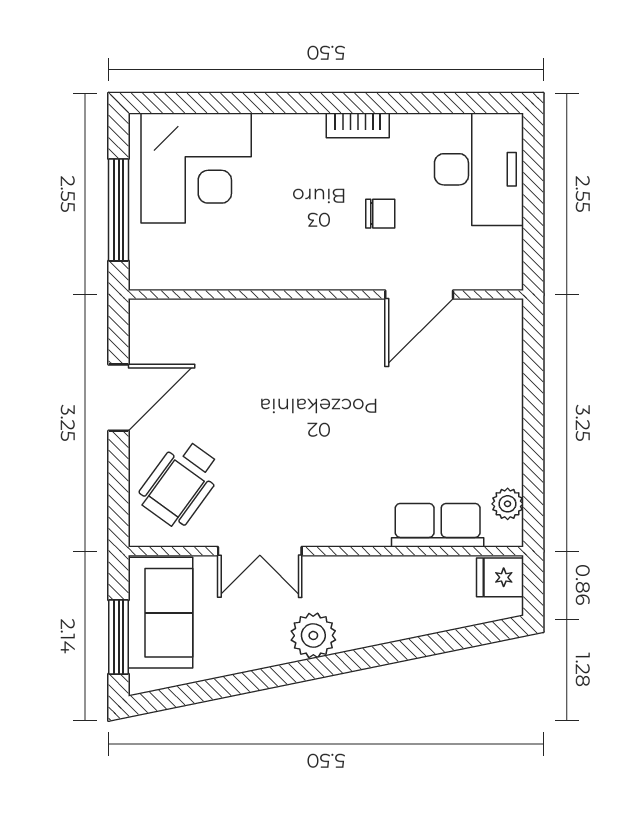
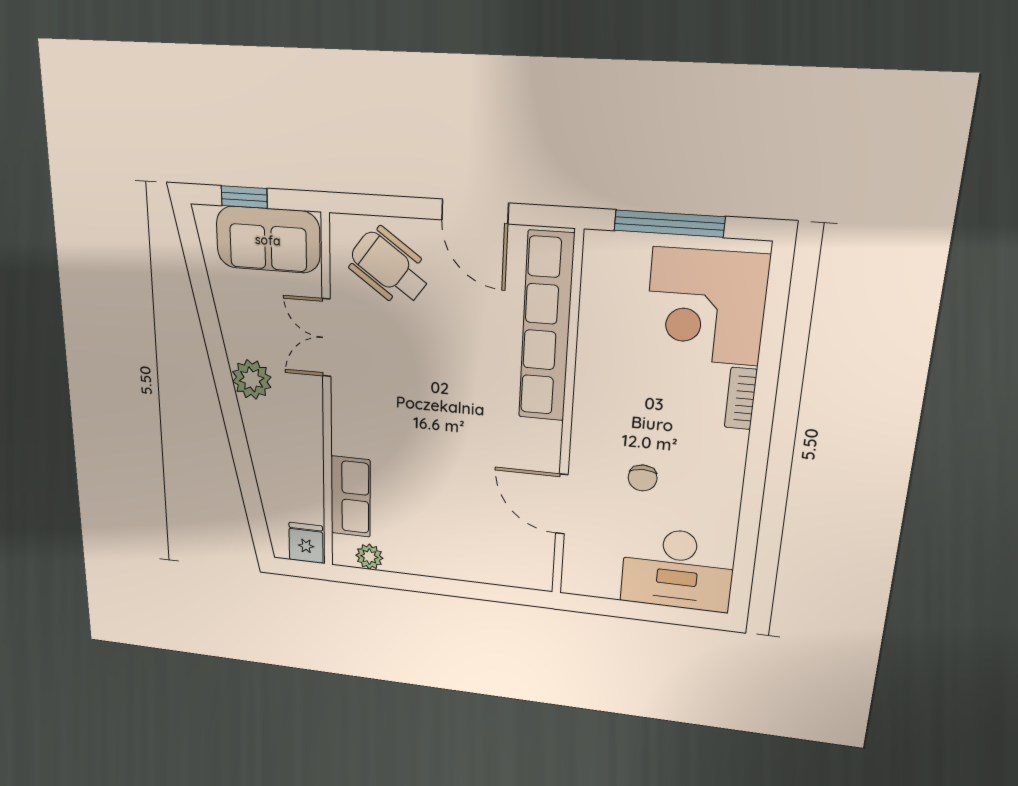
bookcase: (358, 125) -> (741, 398), moved
row of seats: (230, 321) -> (546, 327), added
window: (119, 637) -> (244, 197), width x0.67

